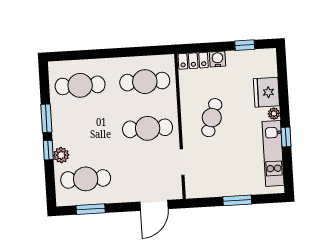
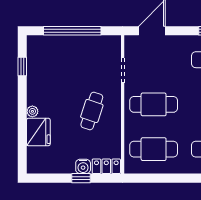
window: (245, 45) -> (81, 178), moved
window: (286, 137) -> (22, 67), moved
kitchen unit: (273, 153) -> (35, 73), removed
window: (237, 200) -> (72, 31), width x2.11

